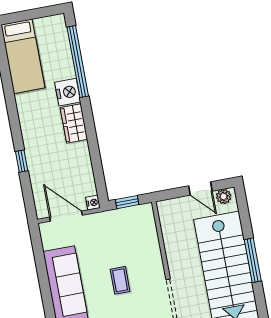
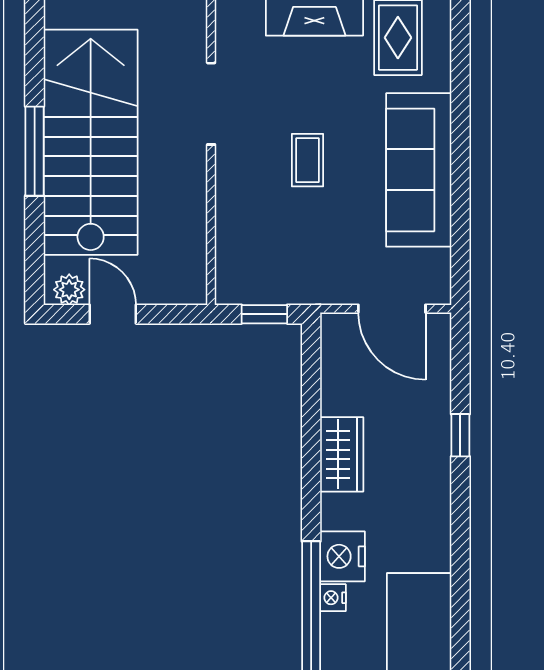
wardrobe: (74, 123) -> (342, 454), moved
nightstand: (93, 203) -> (333, 598), moved

